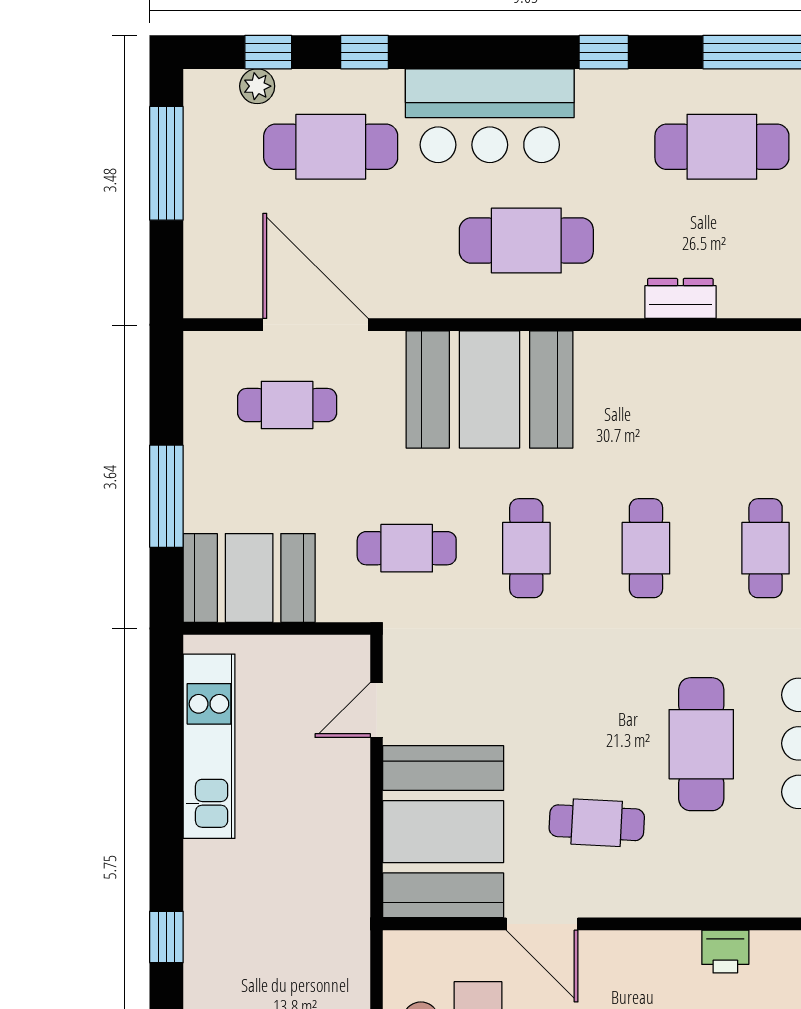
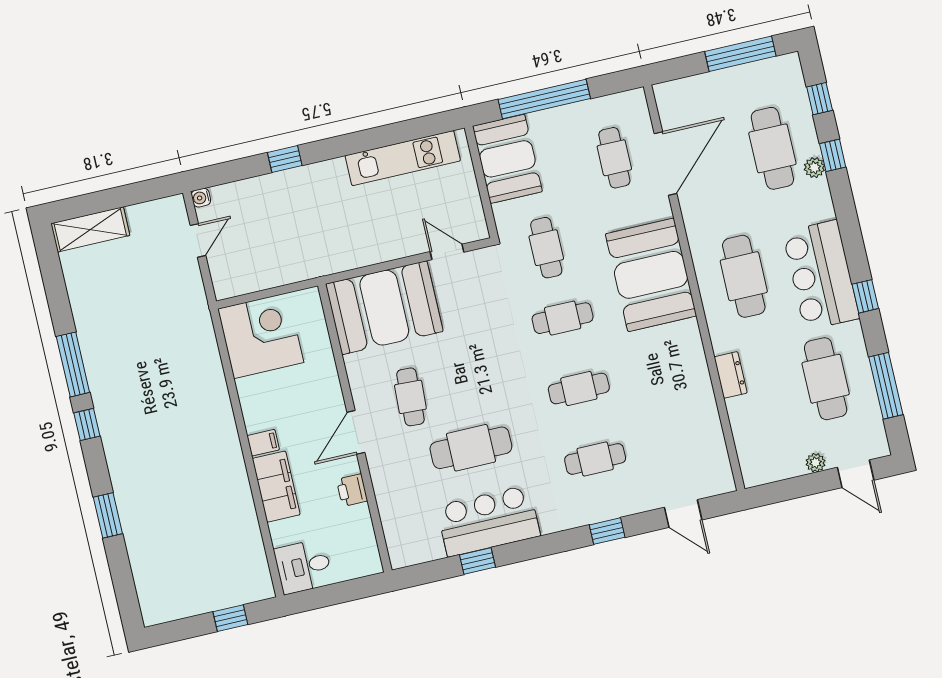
plant: (257, 86) -> (814, 168), moved
bar counter: (490, 116) -> (821, 275), moved
window: (166, 496) -> (544, 99), width x1.46
door: (542, 924) -> (356, 432), moved

